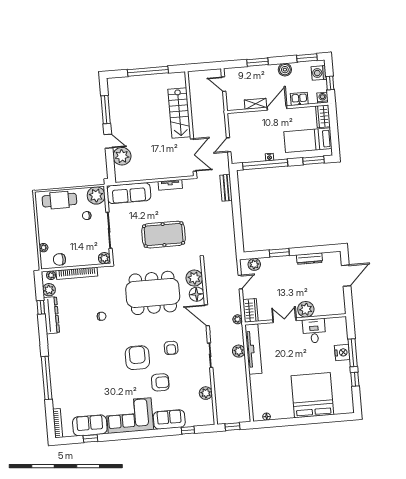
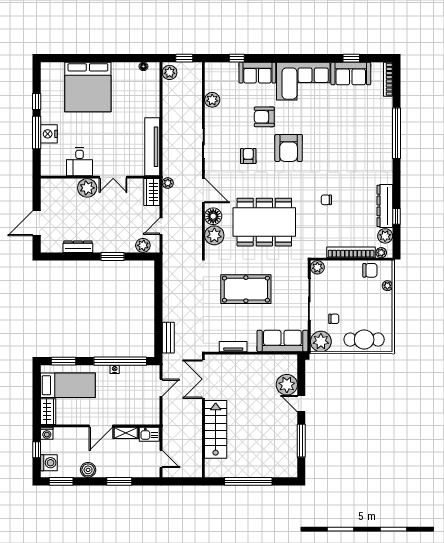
kitchen sink: (299, 99) -> (149, 434), moved
plant: (239, 351) -> (170, 72), moved

